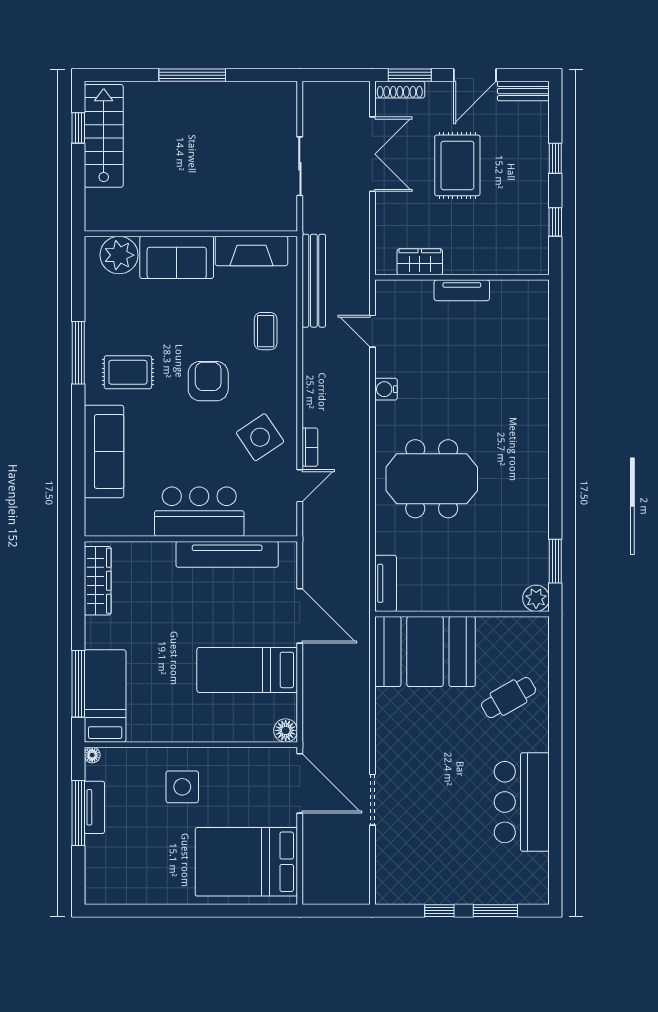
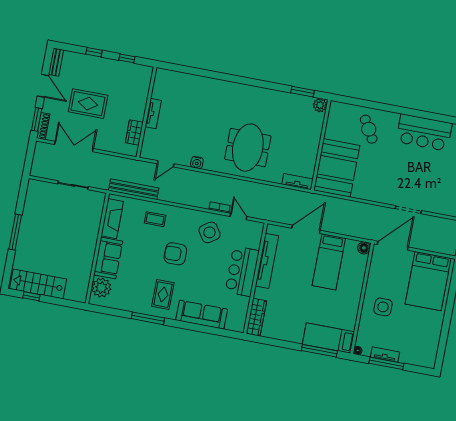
wardrobe: (98, 581) -> (256, 317), moved, turned 90

